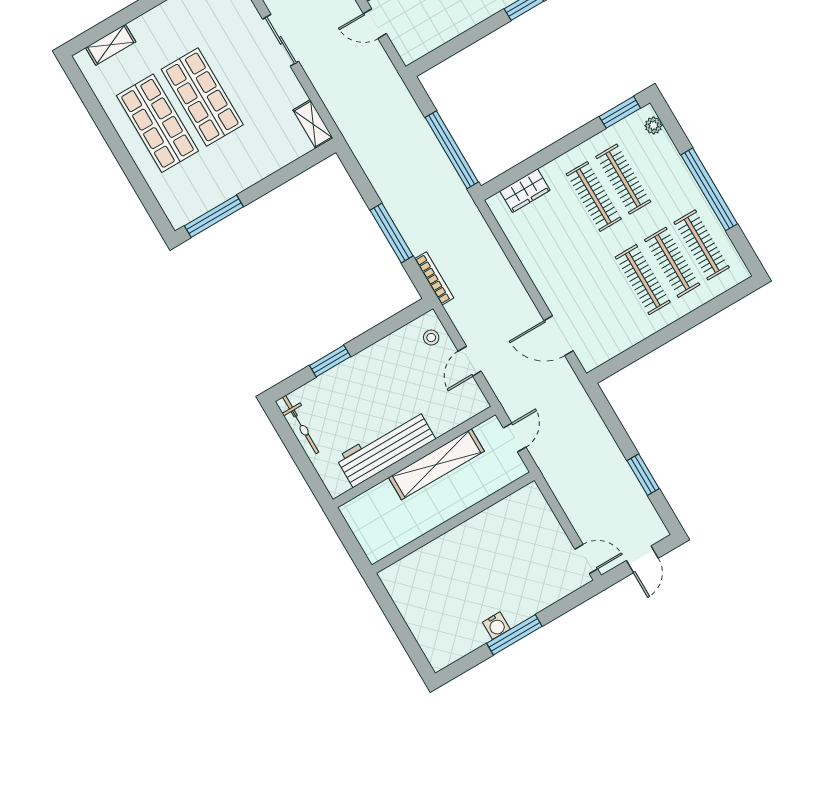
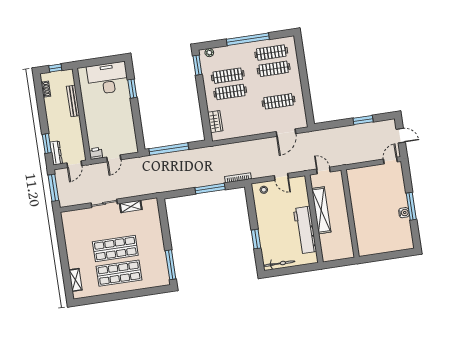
shelving: (313, 124) -> (131, 206), moved
window: (452, 150) -> (169, 149), moved
clothes rail: (643, 280) -> (279, 101), moved

